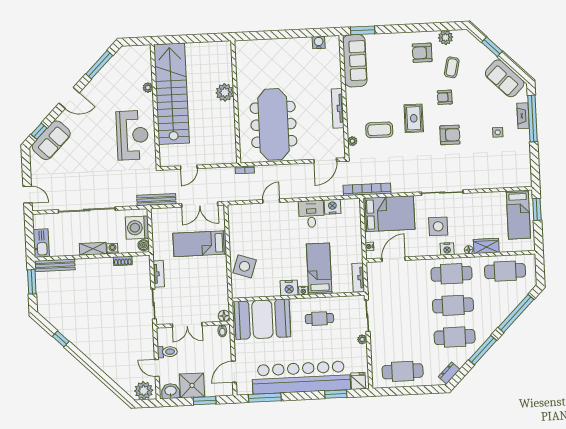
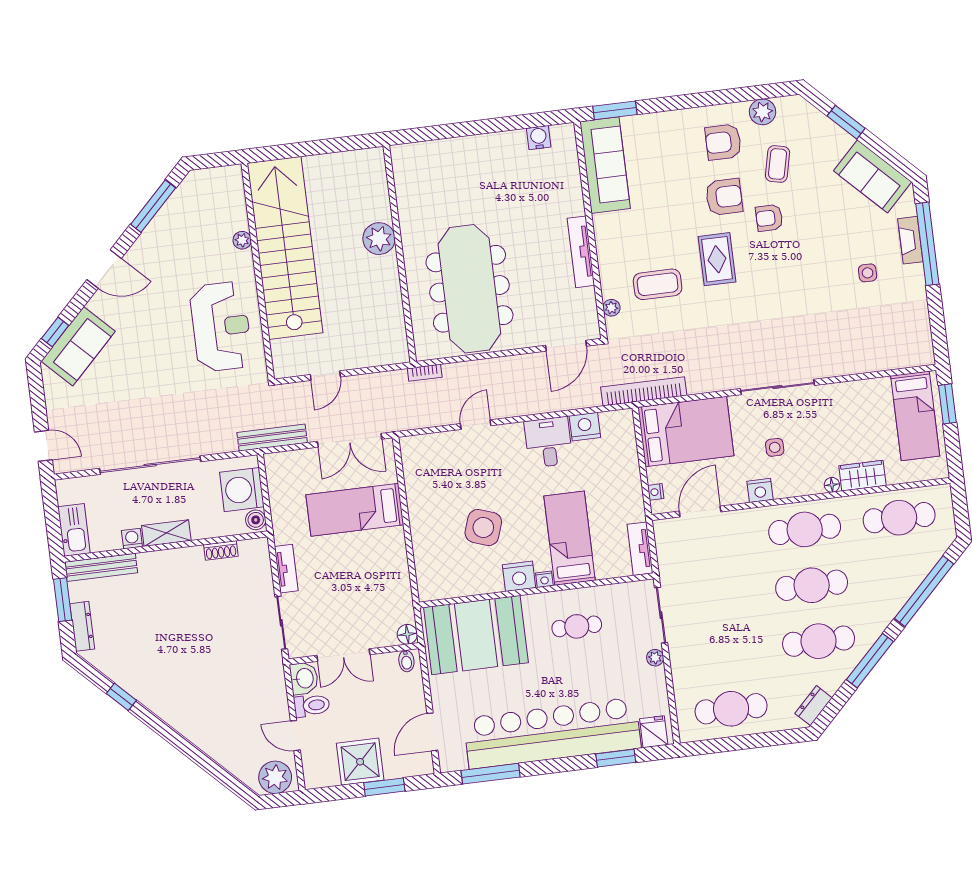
armchair: (450, 135) -> (724, 197), moved
side table: (438, 226) -> (775, 447), width x0.54, depth x0.54
washing machine: (112, 249) -> (132, 539), moved
nightstand: (447, 249) -> (760, 490), moved
side table: (245, 266) -> (483, 527), moved
dresser: (42, 298) -> (82, 626), added
washbasin: (171, 391) -> (304, 678), moved, turned 90

